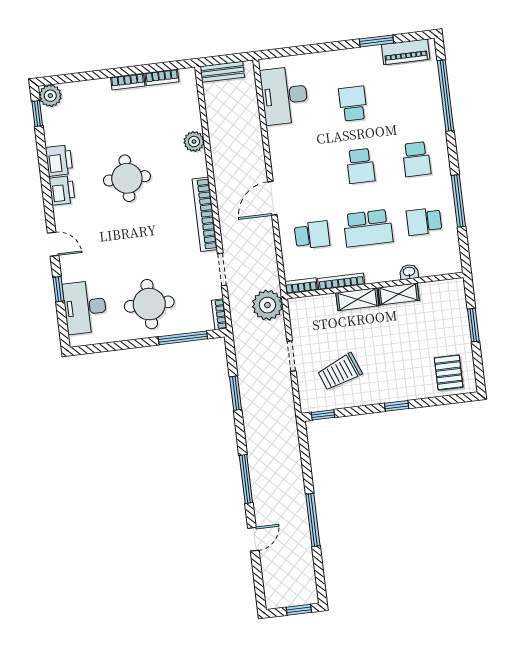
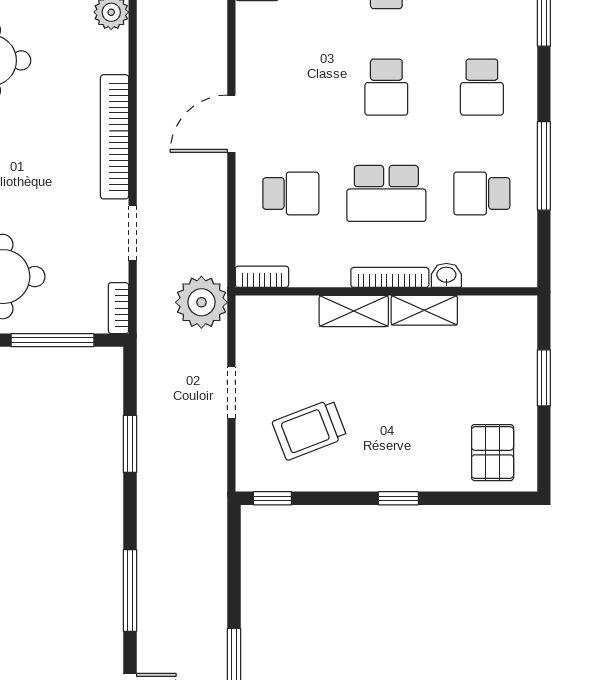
bookcase: (341, 281) -> (390, 277), moved

